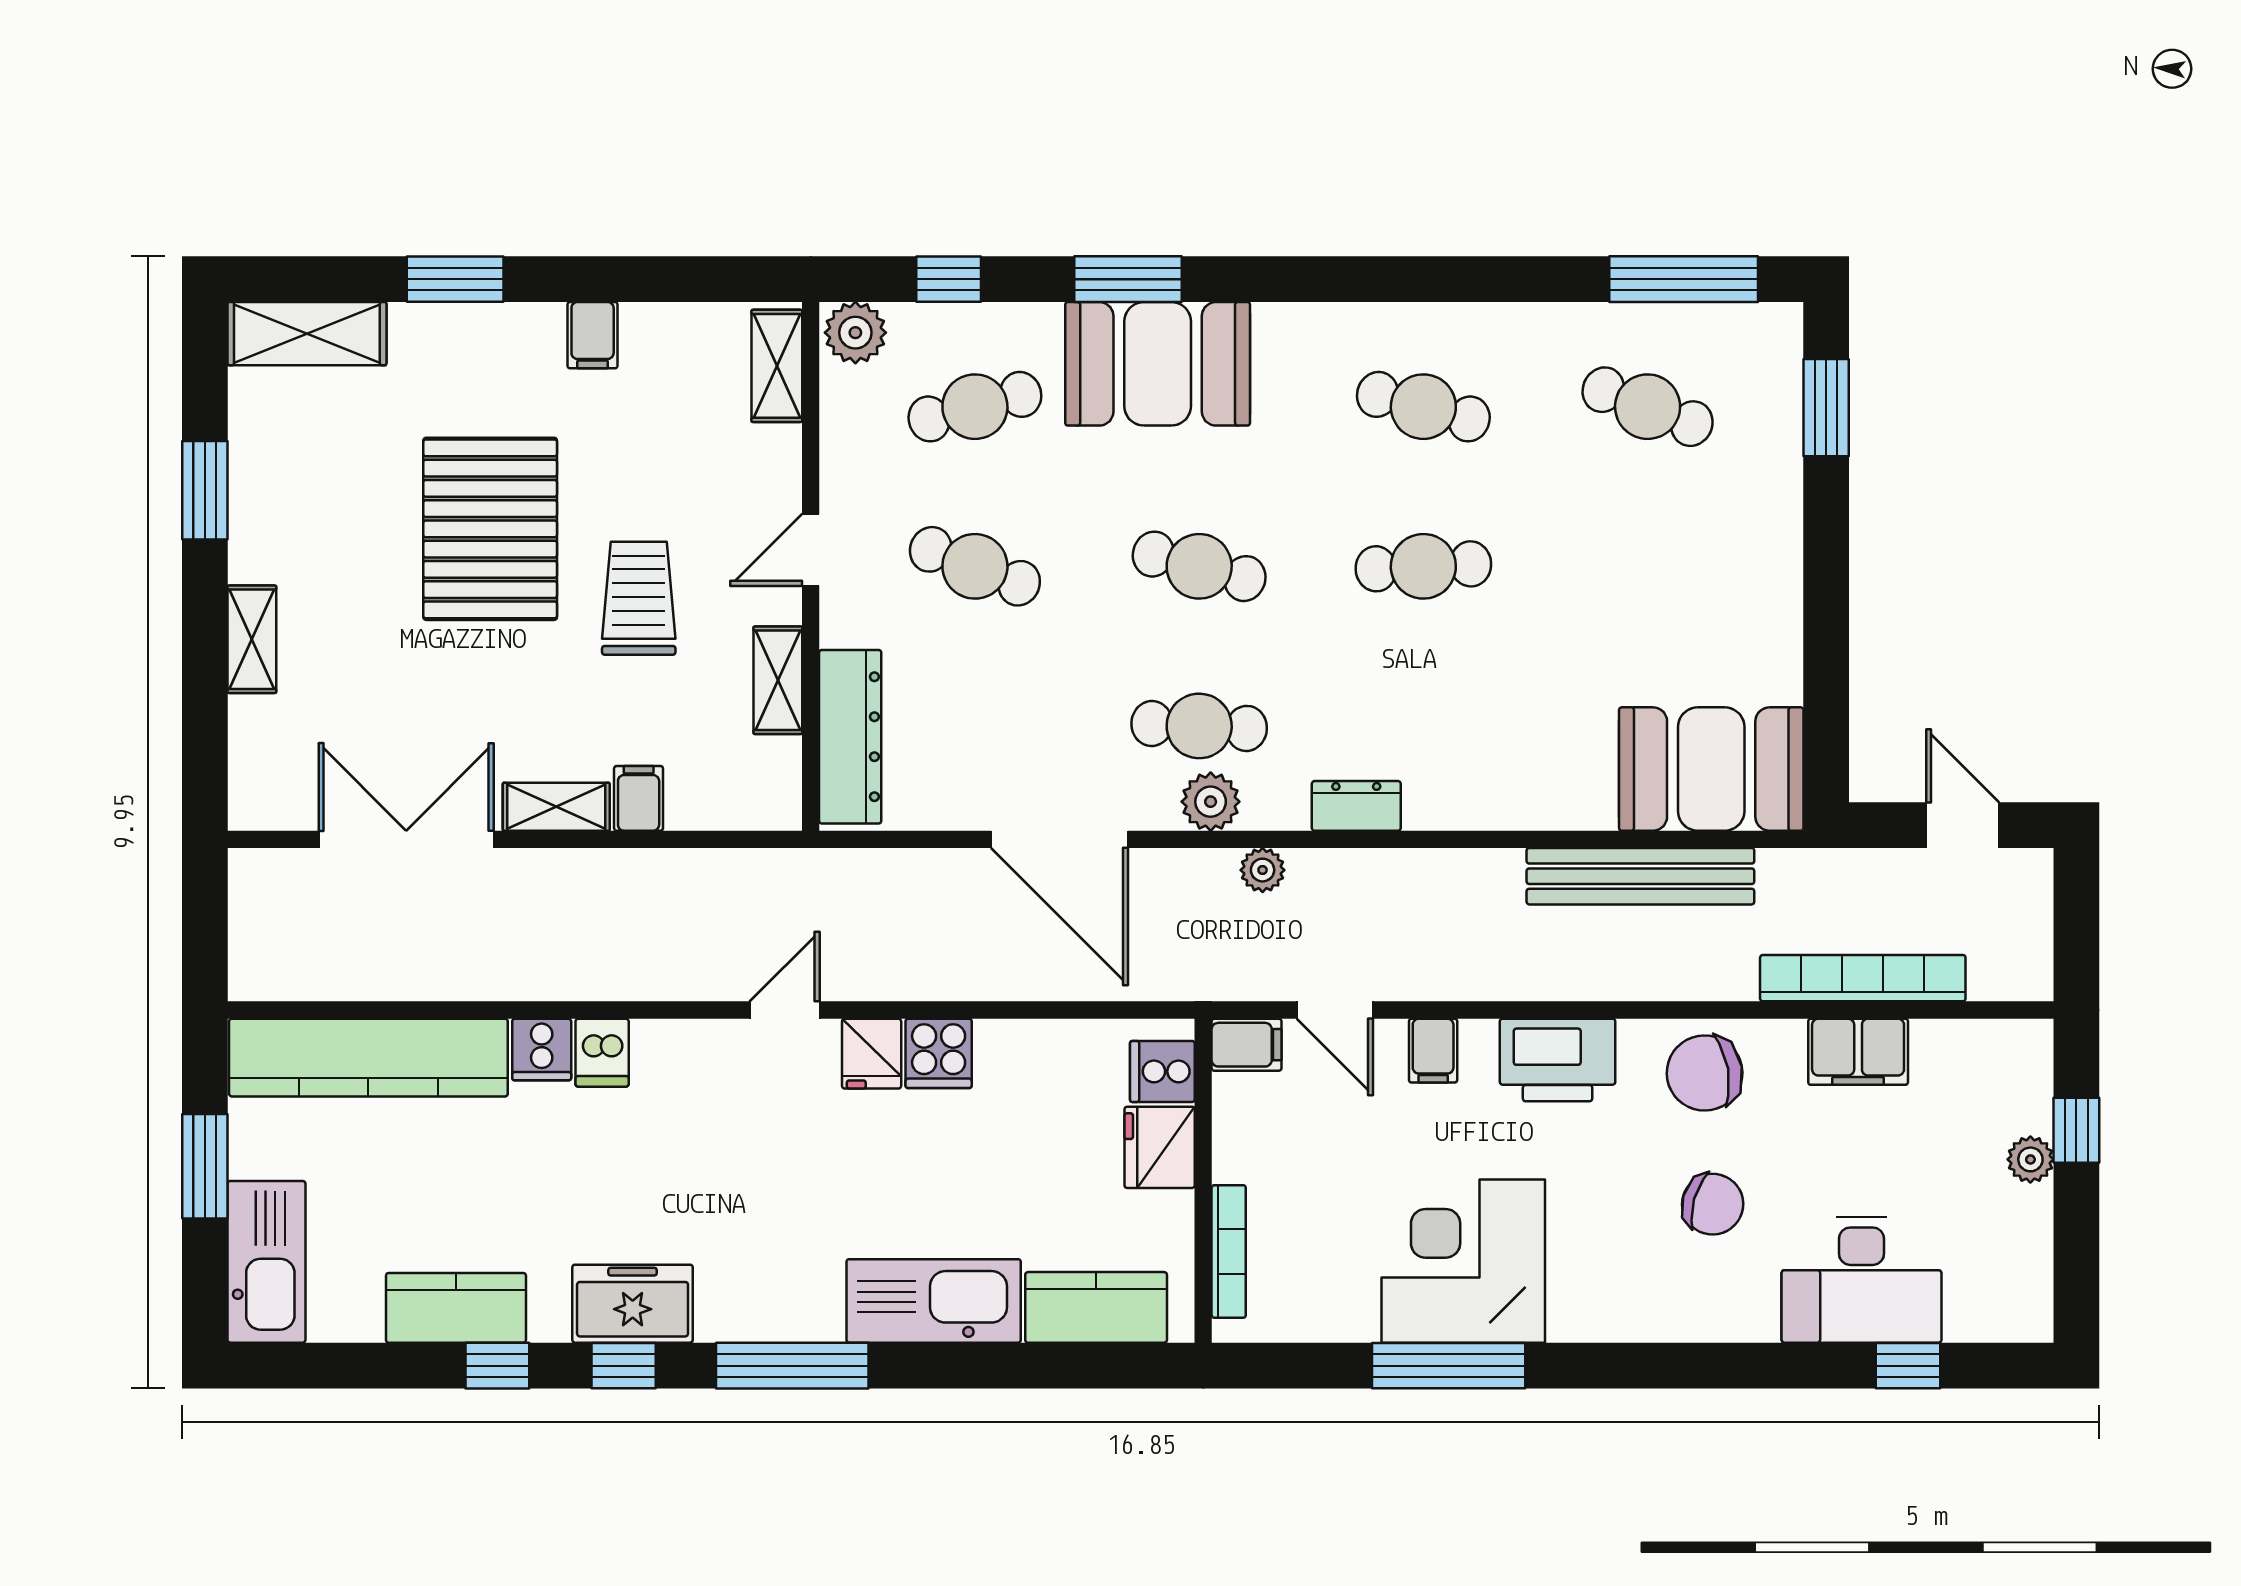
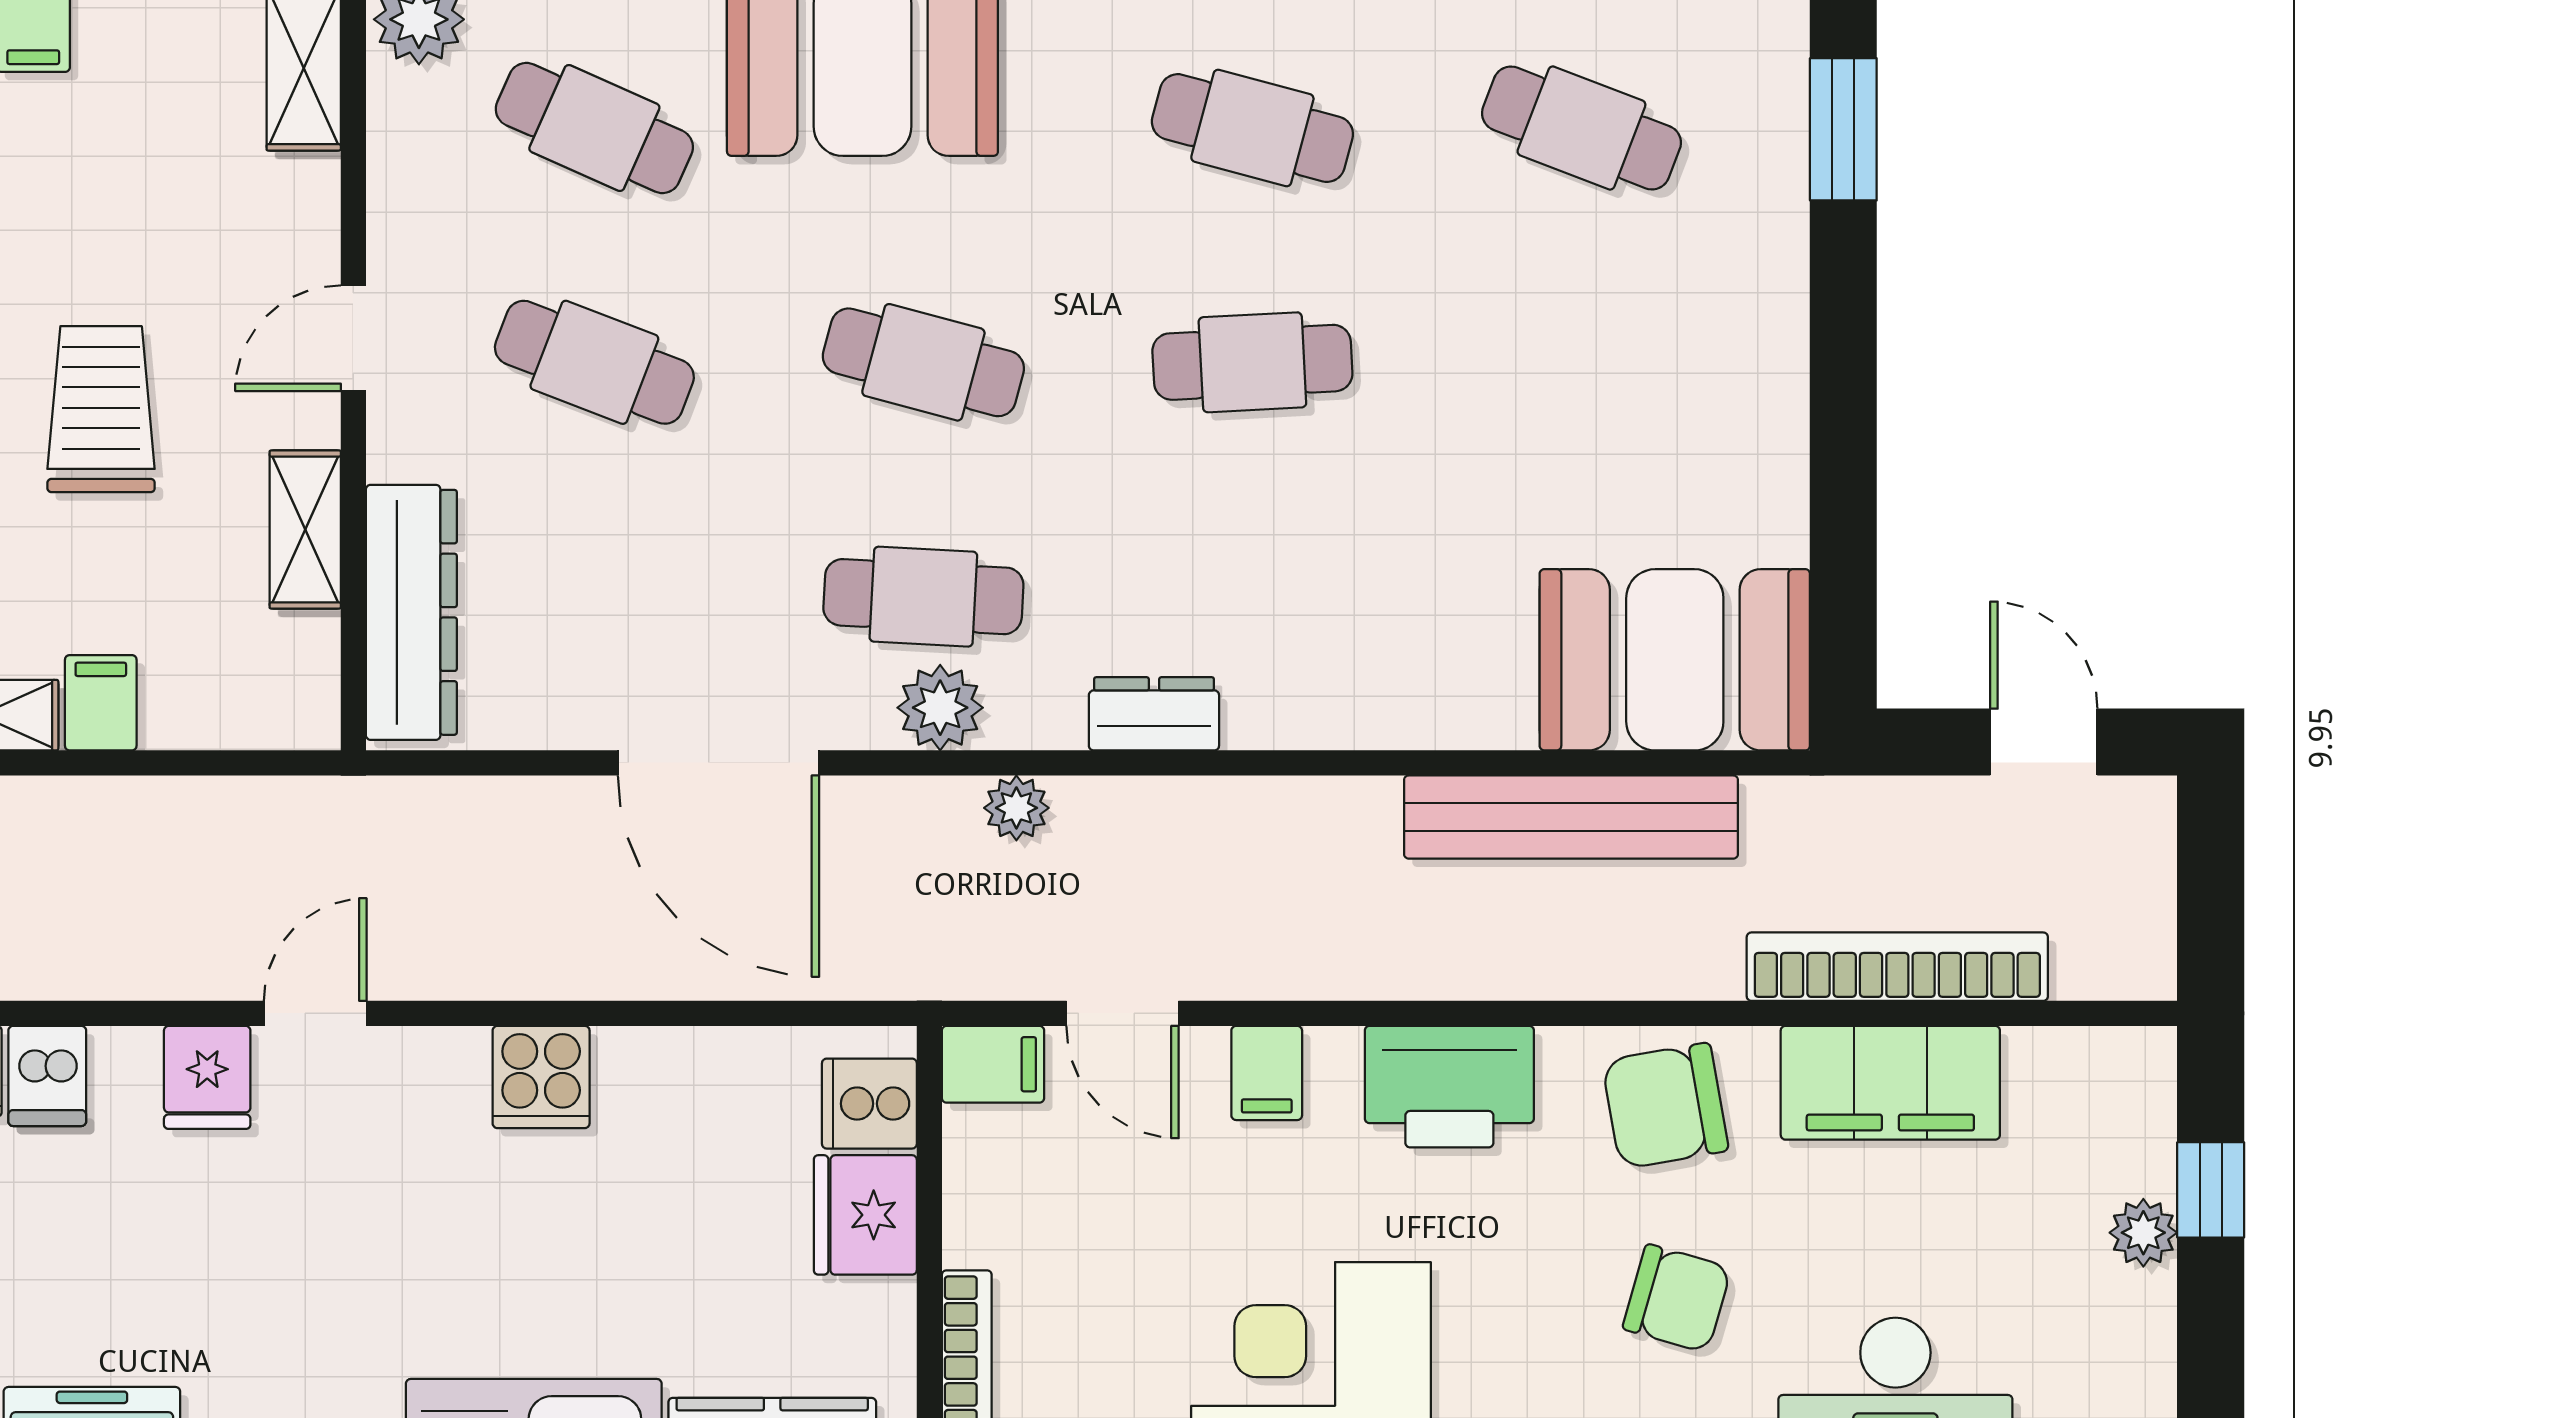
cafe table: (975, 407) -> (594, 128), turned 39
filing cabinet: (1858, 1052) -> (1890, 1083), width x1.50, depth x1.17
fridge: (872, 1054) -> (207, 1077), moved

